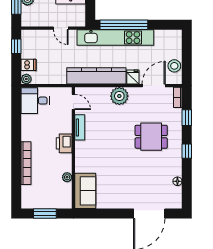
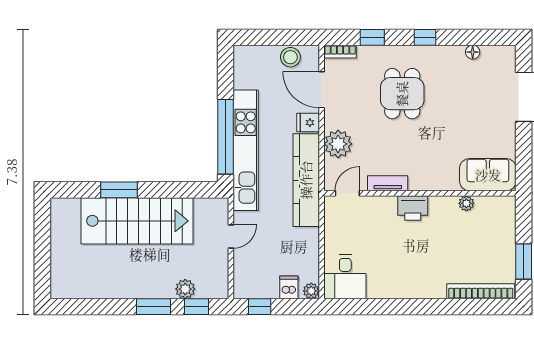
door: (73, 102) -> (347, 193), moved
tv unit: (80, 127) -> (388, 183), moved
printer: (64, 143) -> (413, 208), moved
wall: (73, 148) -> (420, 193), moved
bookcase: (26, 163) -> (481, 291), moved
plant: (67, 177) -> (466, 203), moved
sofa: (85, 191) -> (488, 175), moved

